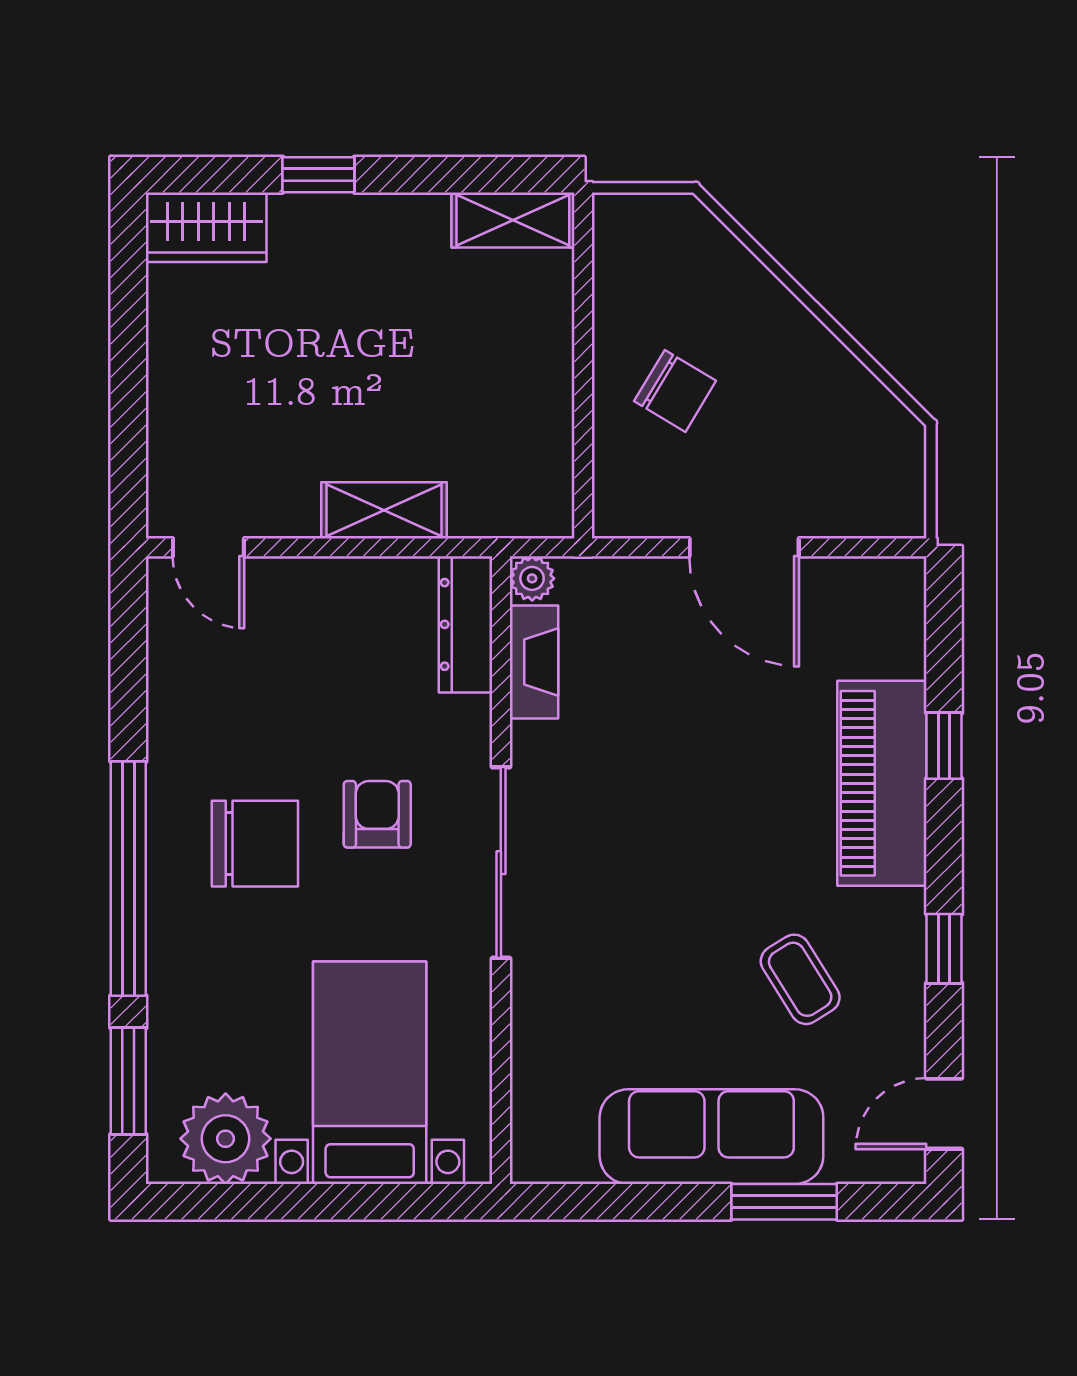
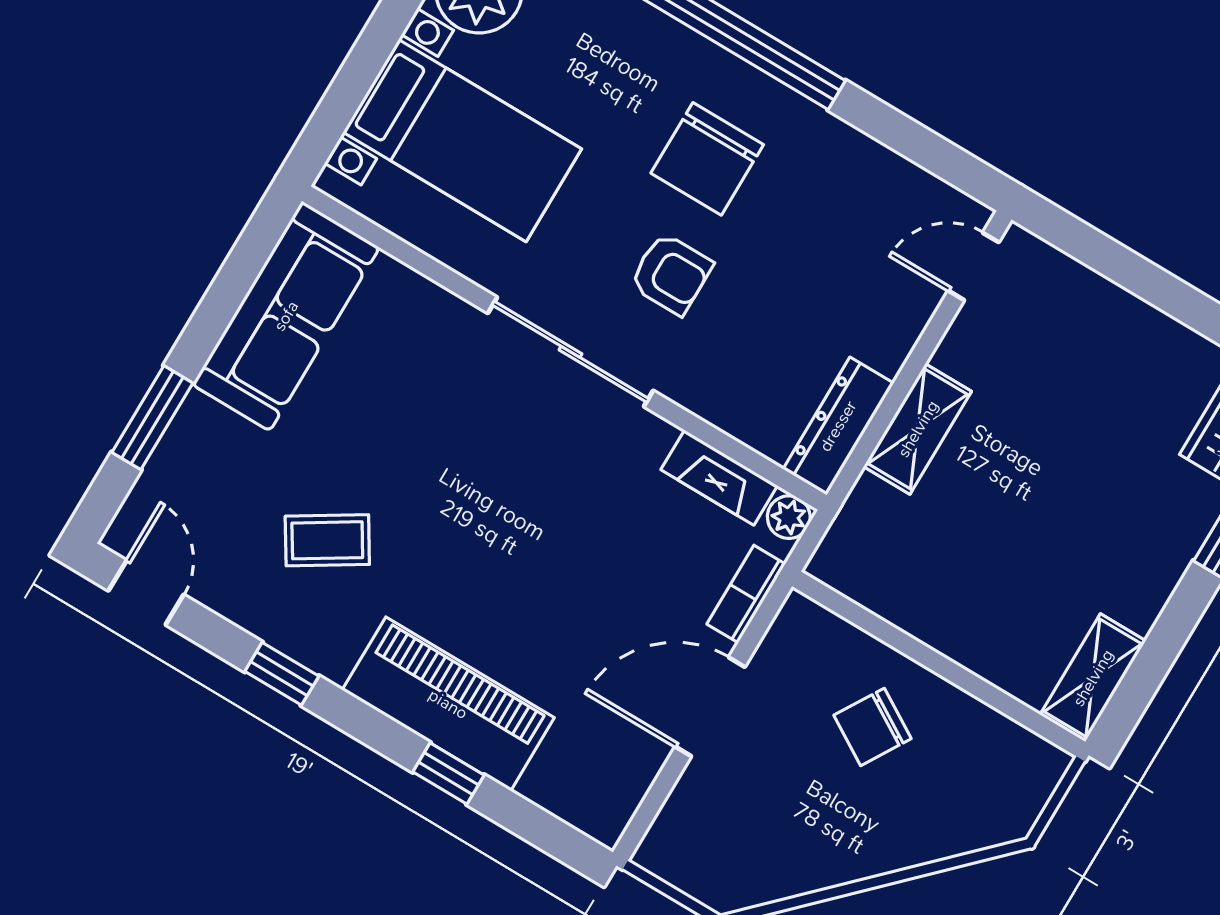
bookcase: (624, 575) -> (746, 594), added
dresser: (465, 624) -> (838, 426), moved, turned -90
sofa: (711, 1137) -> (286, 316), moved

